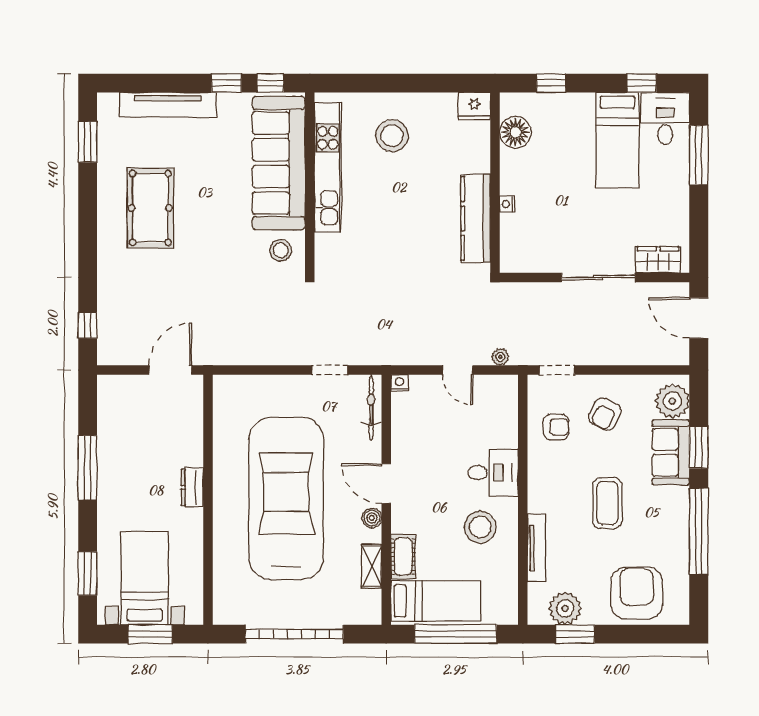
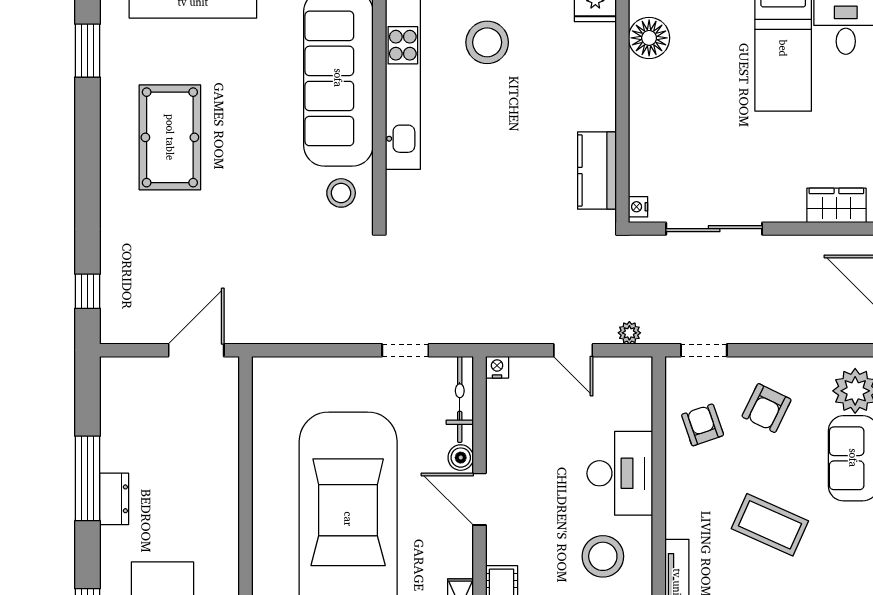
nightstand: (507, 204) -> (638, 207), moved
kitchen counter: (476, 218) -> (597, 170), width x0.67
sliding door: (598, 277) -> (714, 229), moved
armchair: (556, 427) -> (703, 425), turned -109
desk: (493, 473) -> (620, 473), width x1.37
dresser: (192, 487) -> (114, 499), moved, turned 180
coffee table: (607, 503) -> (770, 525), turned -66
boiler: (372, 518) -> (461, 458), moved

